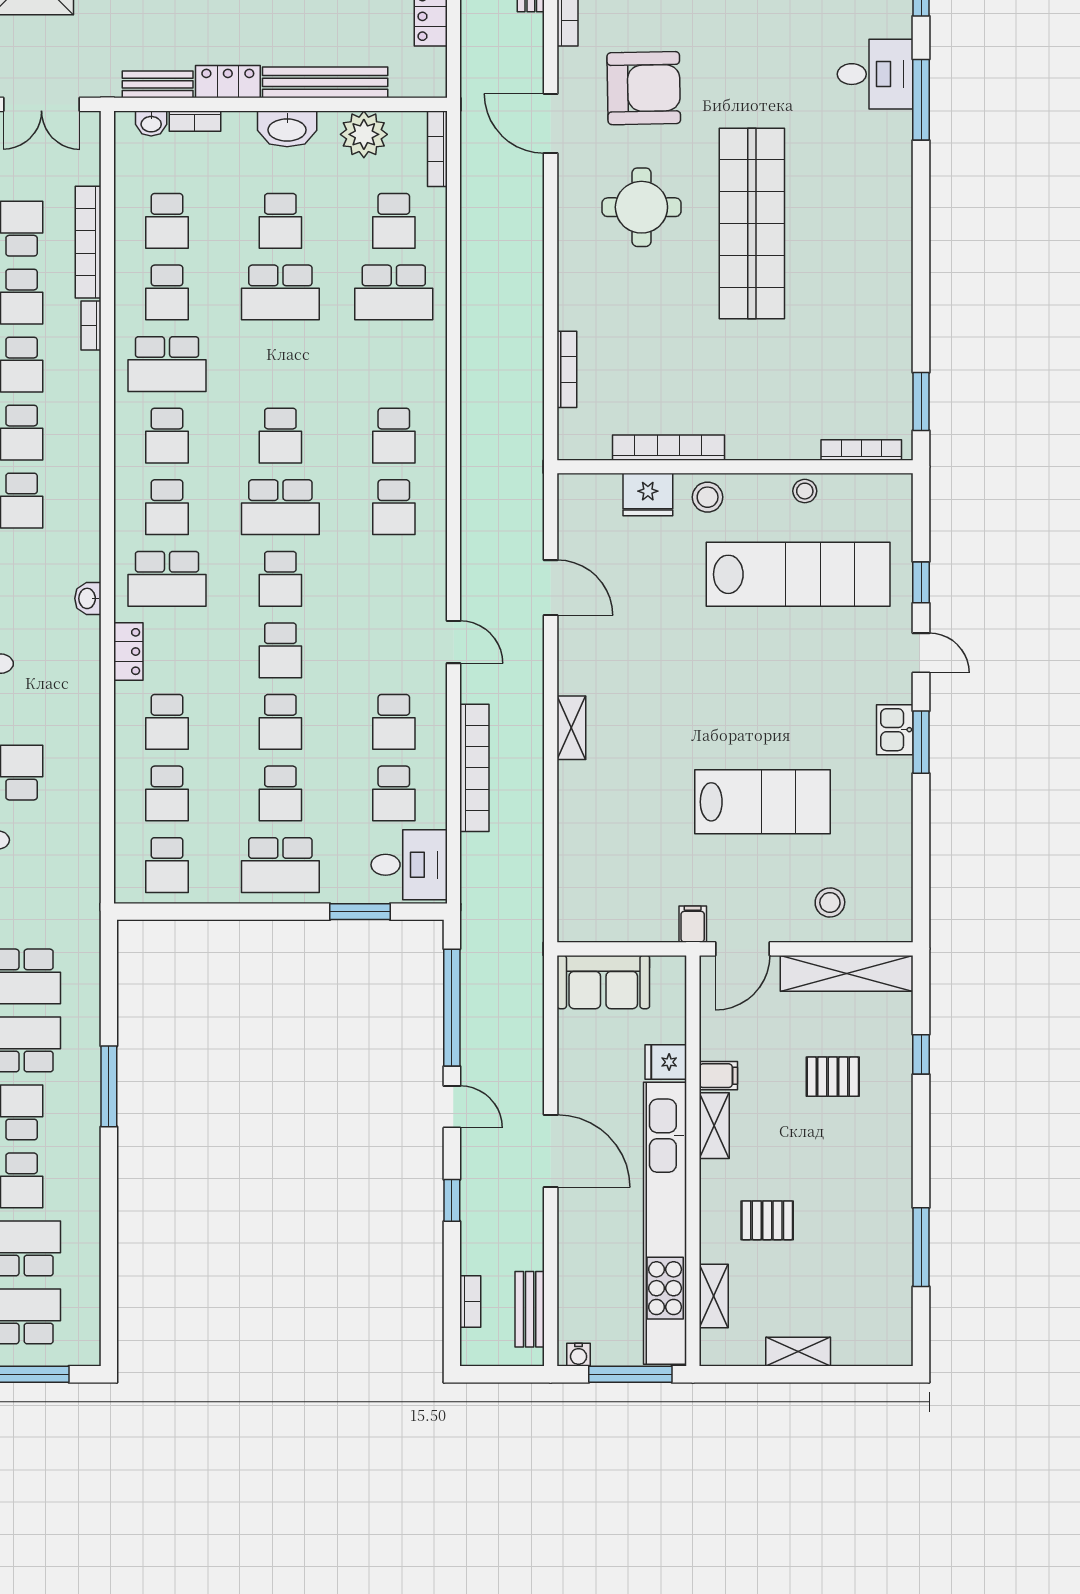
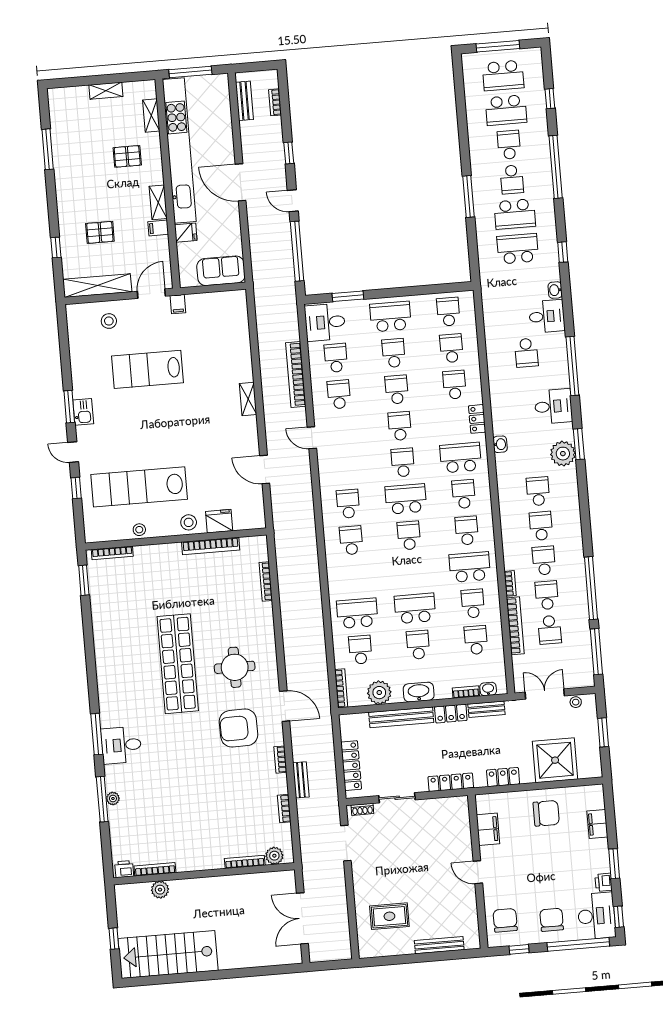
water cooler: (579, 1355) -> (218, 80), removed

